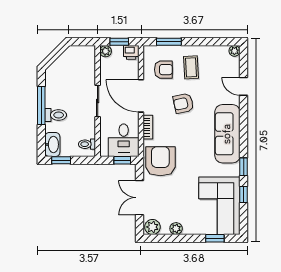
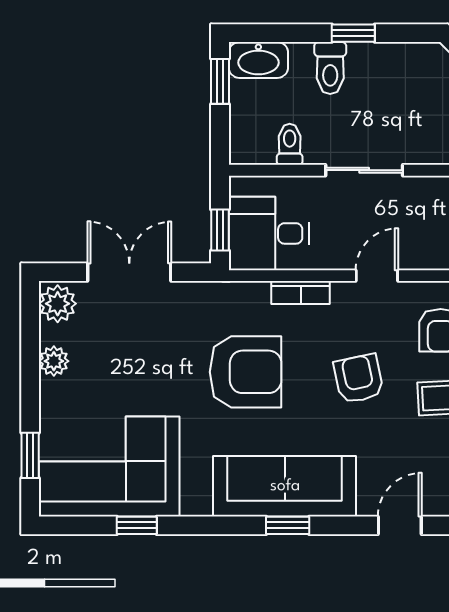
door: (141, 96) -> (377, 276), width x0.53
window: (41, 106) -> (353, 33), width x0.46
toilet: (87, 144) -> (290, 144), moved
armchair: (160, 161) -> (246, 372), moved
window: (244, 167) -> (288, 525), moved

